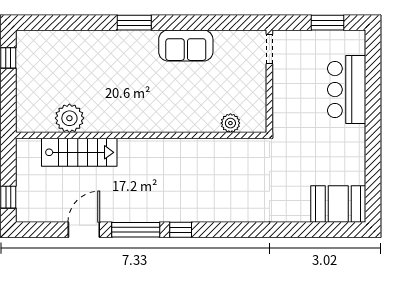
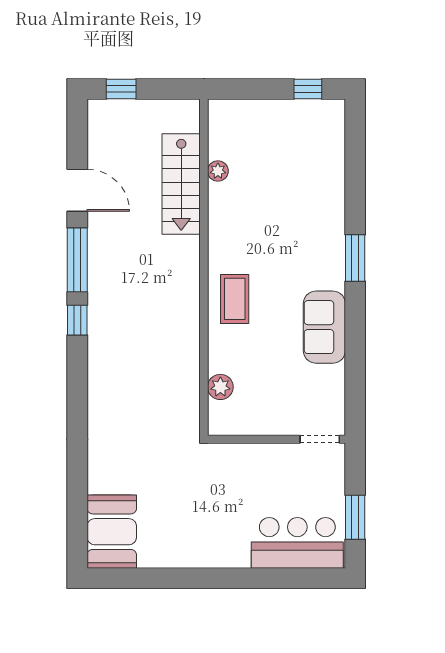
bar counter: (347, 90) -> (297, 543), moved
coffee table: (165, 112) -> (235, 299), added
plant: (69, 118) -> (218, 171), width x0.53, depth x0.53

